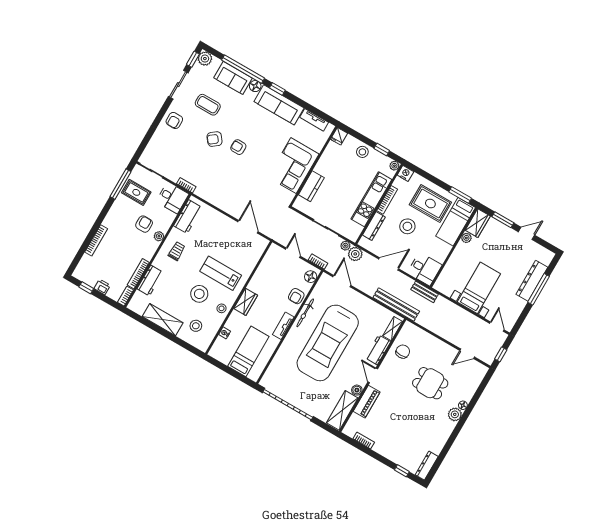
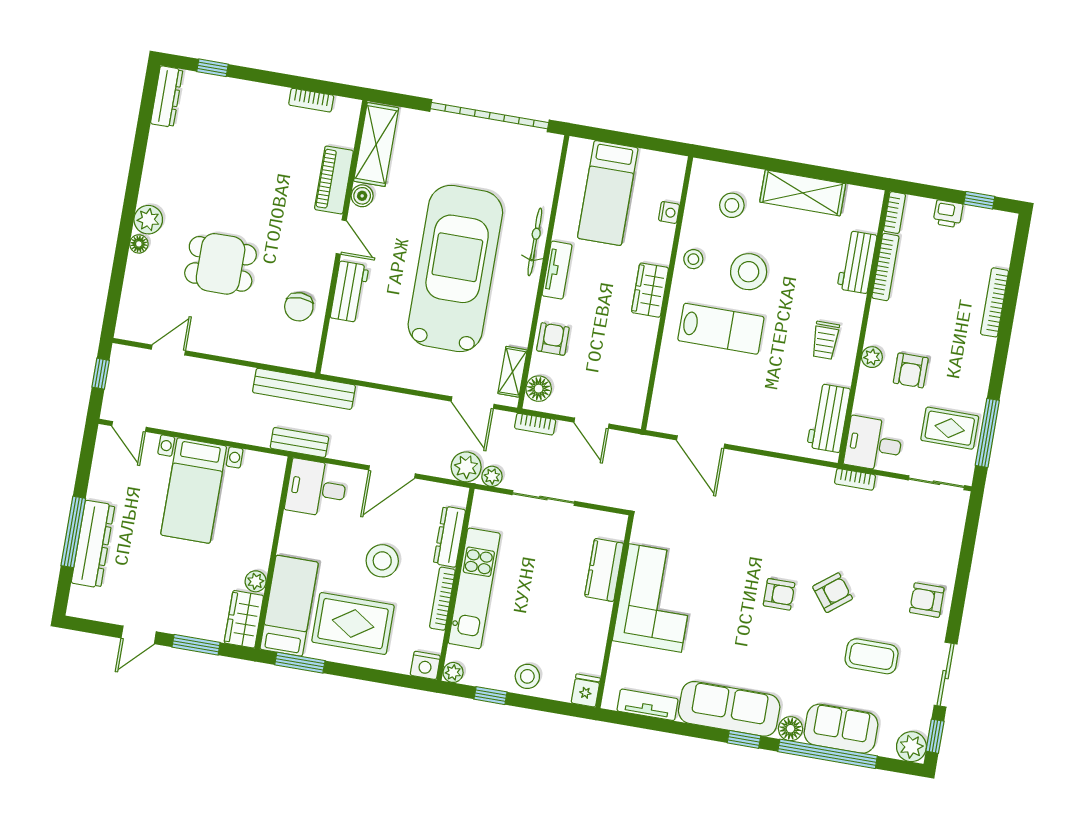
armchair: (174, 120) -> (927, 600), turned -90
bench: (396, 304) -> (304, 389), moved
bicycle: (305, 313) -> (535, 242), moved
shelving: (393, 329) -> (512, 372), moved

